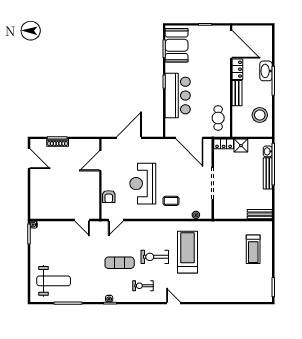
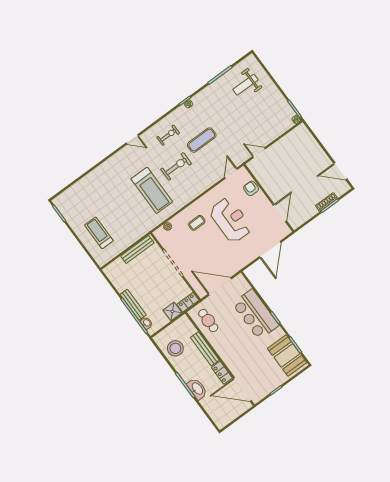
bench: (237, 93) -> (205, 349), width x1.36
bench: (260, 214) -> (137, 249), moved, width x1.36
weight bench: (54, 281) -> (245, 85), width x0.73, depth x0.75

